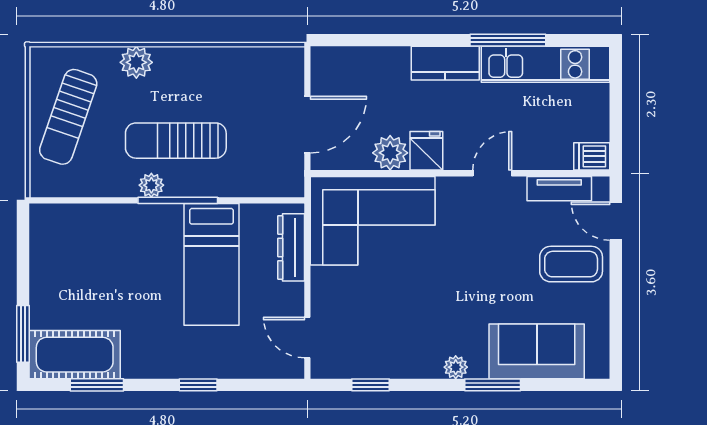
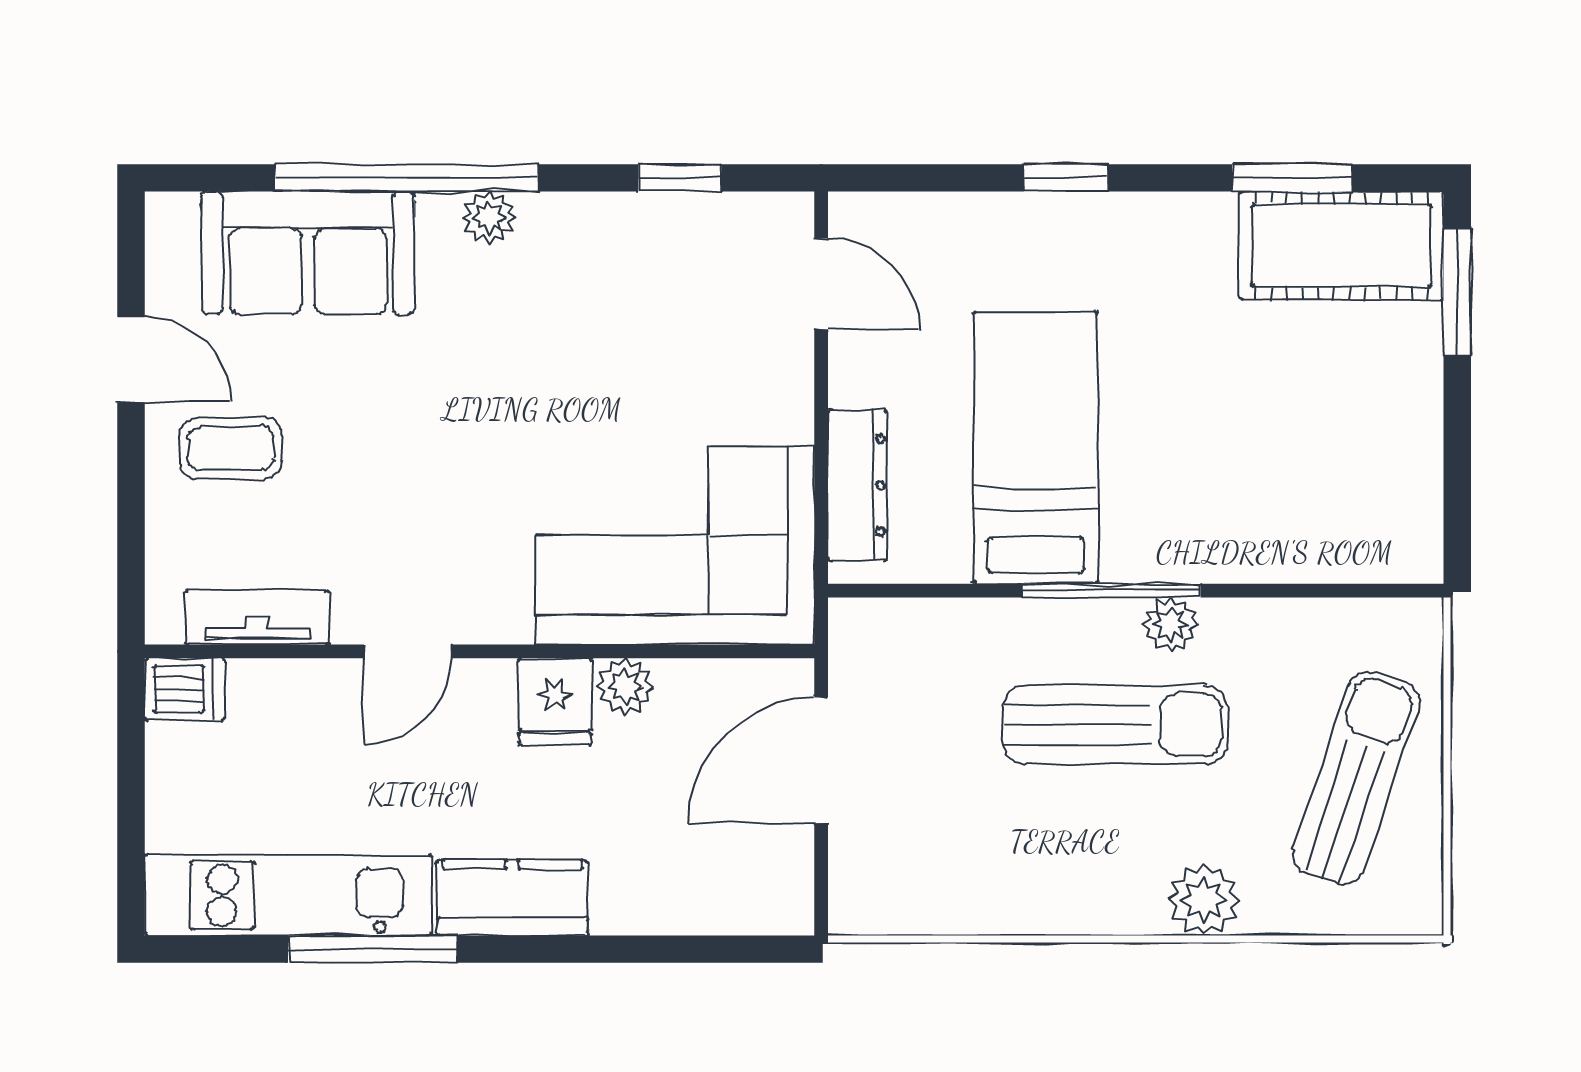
plant: (390, 153) -> (625, 687), width x0.73, depth x0.73
door: (616, 221) -> (131, 359), moved
coffee table: (571, 264) -> (231, 448), width x0.73, depth x0.77
window: (493, 385) -> (406, 178), width x2.11

